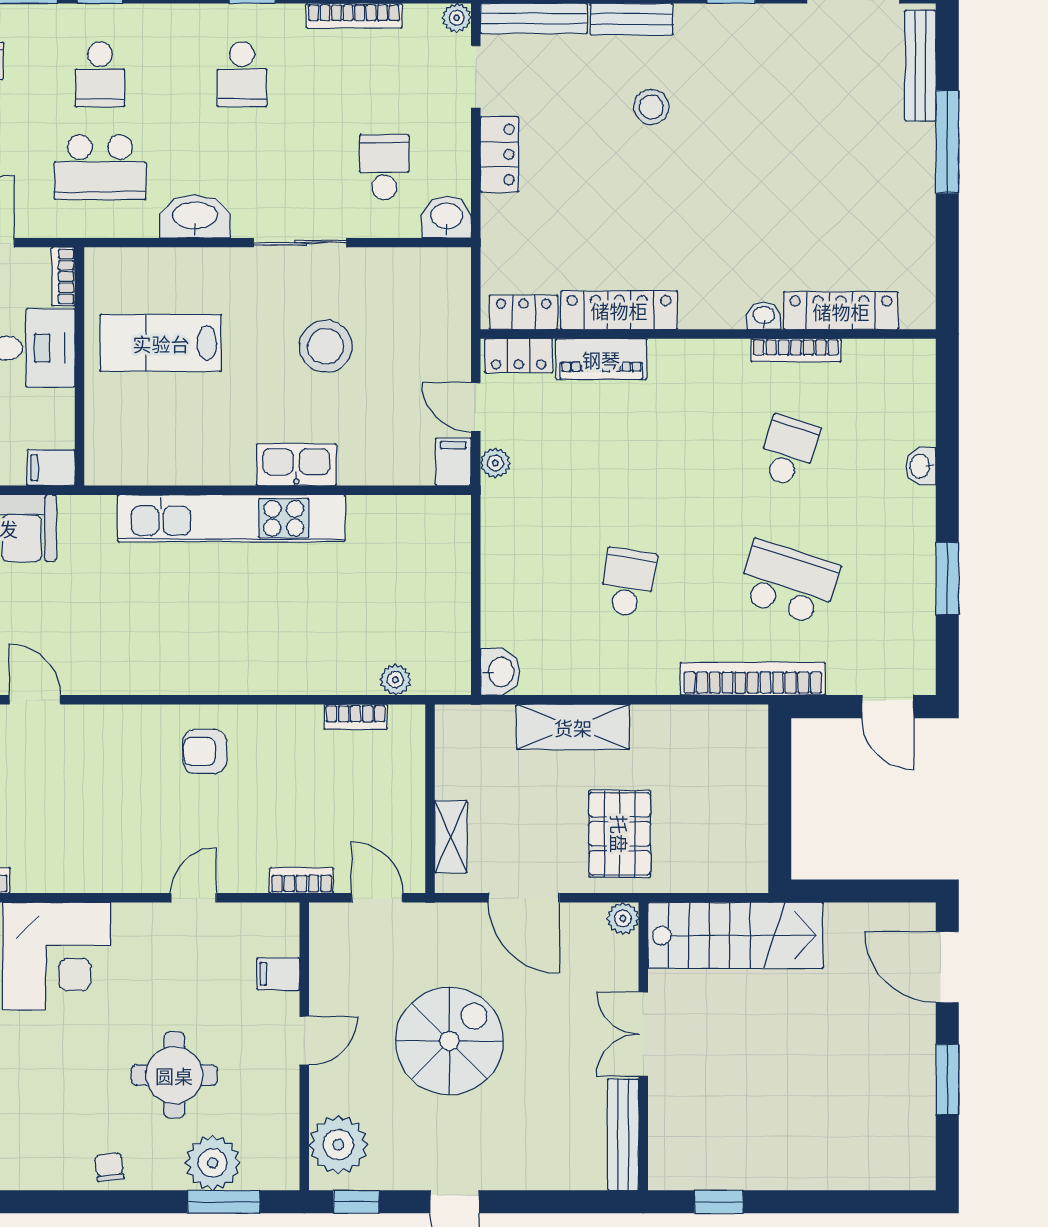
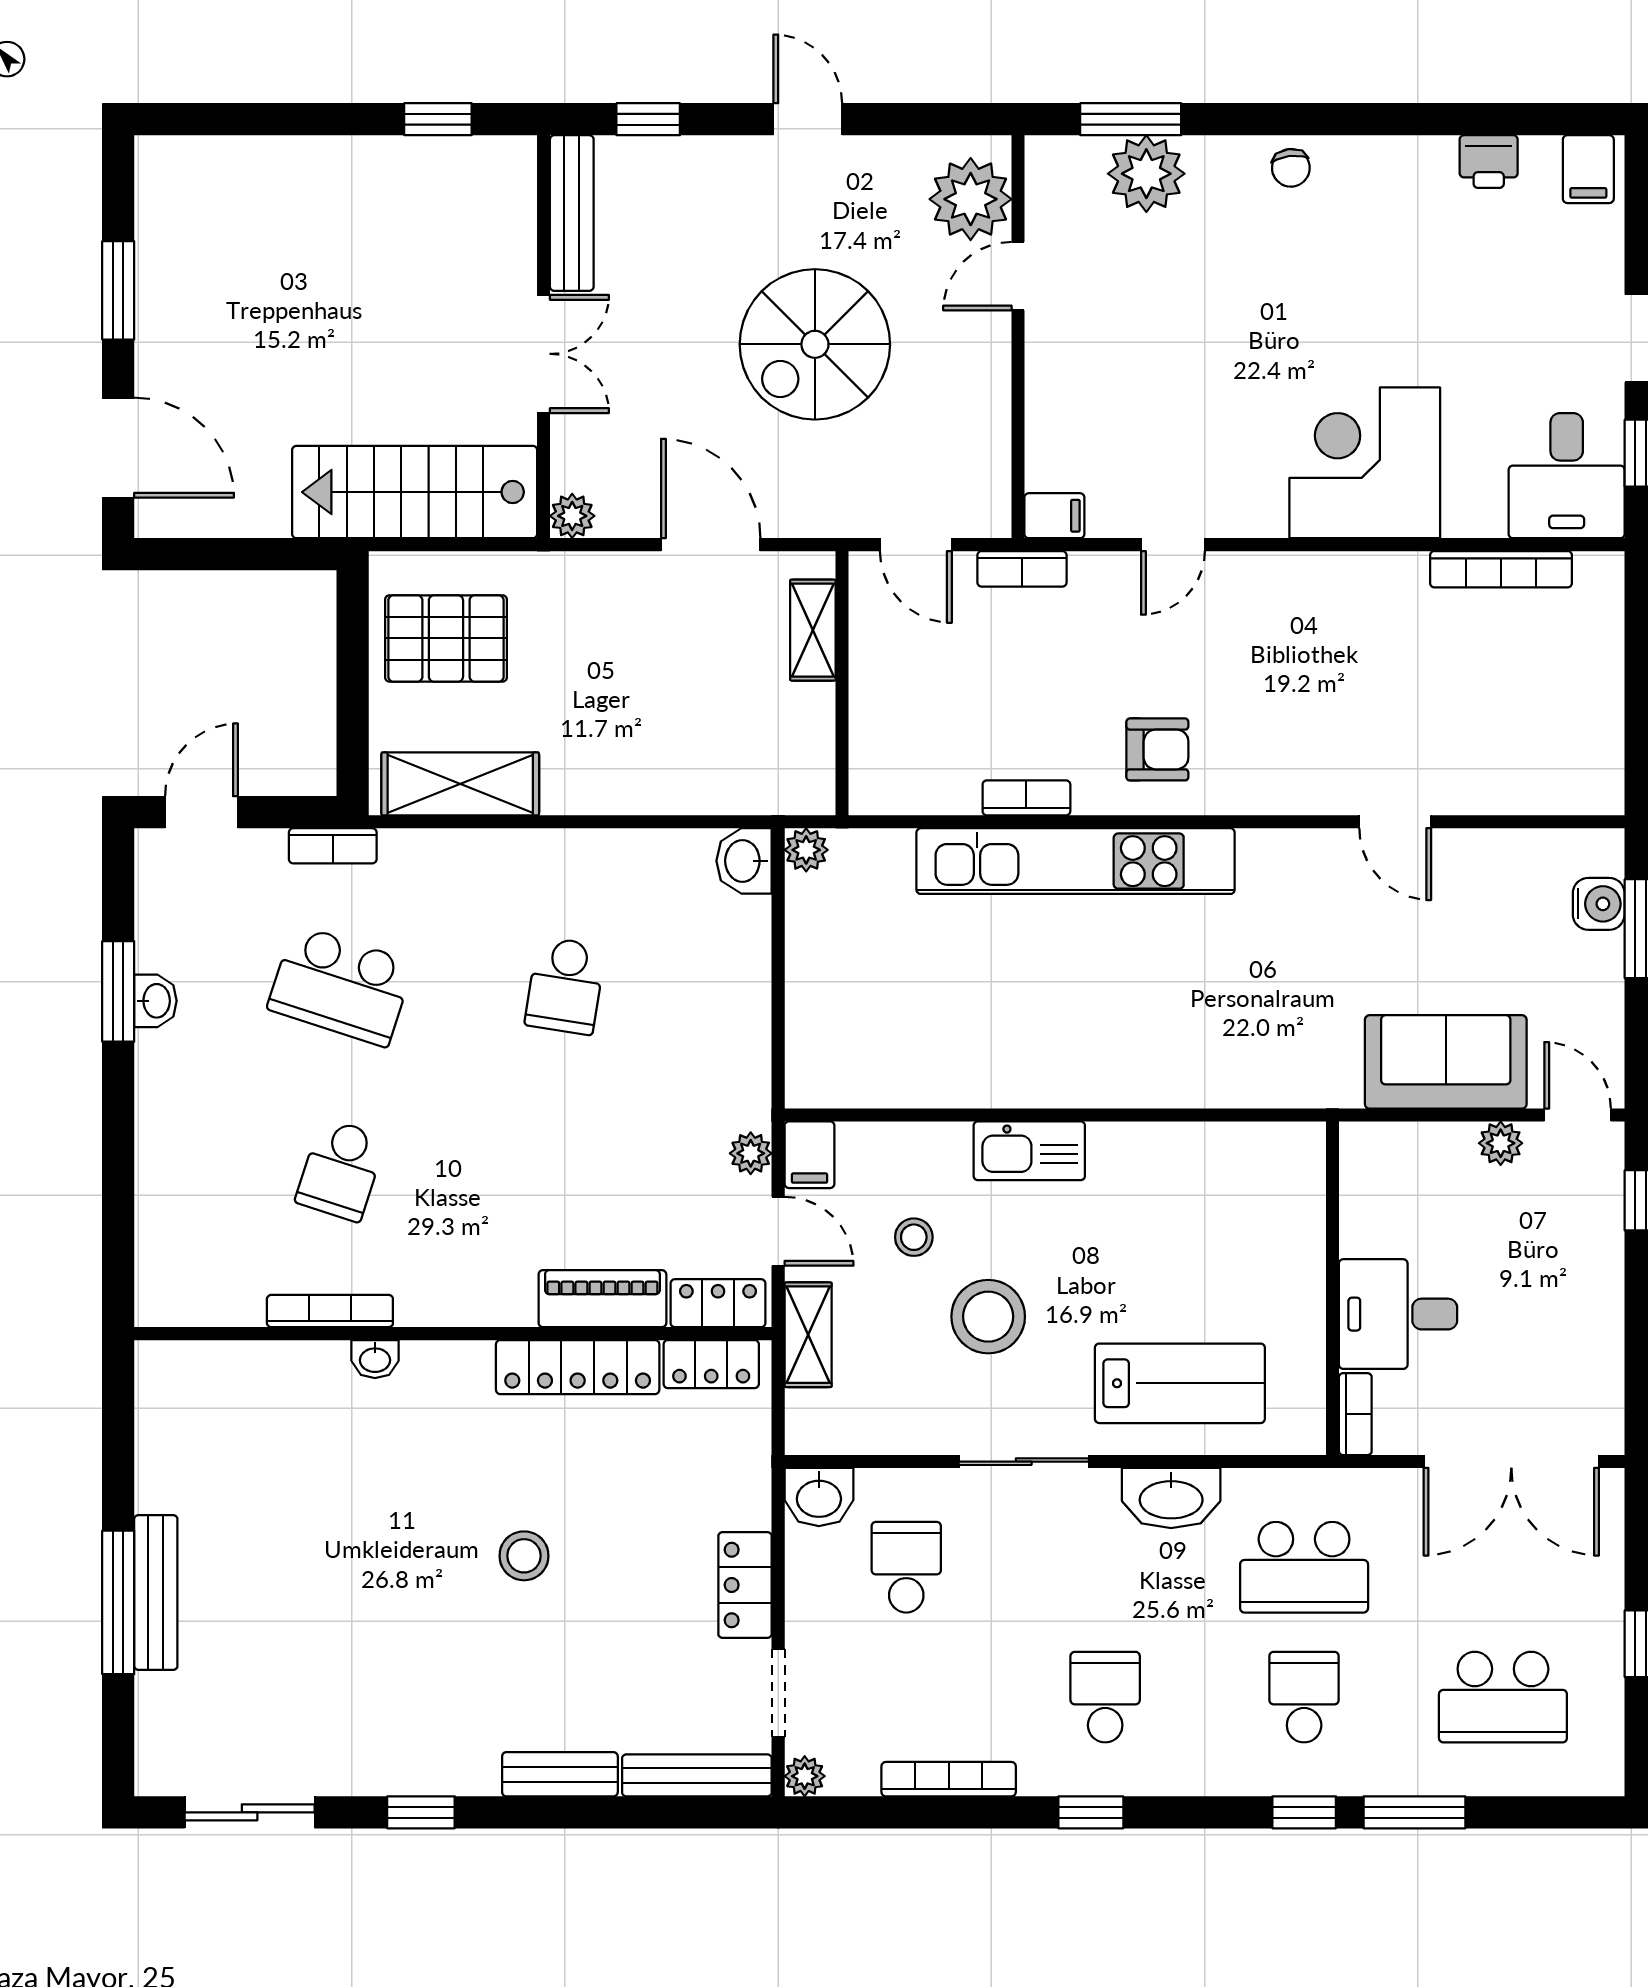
bench: (920, 66) -> (156, 1593), moved
stool: (651, 107) -> (524, 1556), moved
school desk: (100, 167) -> (1304, 1567), turned 180
school desk: (384, 167) -> (906, 1567), turned 180
locker: (841, 311) -> (267, 1367), removed
shelving: (454, 333) -> (808, 1335), added
lab bench: (161, 343) -> (1180, 1383), moved
stool: (379, 403) -> (914, 1237), added
washbasin: (921, 466) -> (155, 1001), moved
filing cabinet: (51, 468) -> (1372, 1147), removed
kitchen unit: (231, 518) -> (1076, 861), moved, turned 180
bookcase: (753, 679) -> (333, 846), width x0.43, depth x0.76
plant: (395, 680) -> (806, 850), moved
door: (888, 707) -> (201, 812), hinge flipped
bookcase: (356, 717) -> (1026, 798), moved
shelving: (573, 727) -> (460, 784), moved
pallet: (620, 834) -> (446, 638), moved, turned 90
filing cabinet: (278, 974) -> (1054, 516), moved
door: (304, 1041) -> (1018, 276), moved
round table: (174, 1075) -> (1200, 297), removed
window: (356, 1202) -> (648, 119), moved

